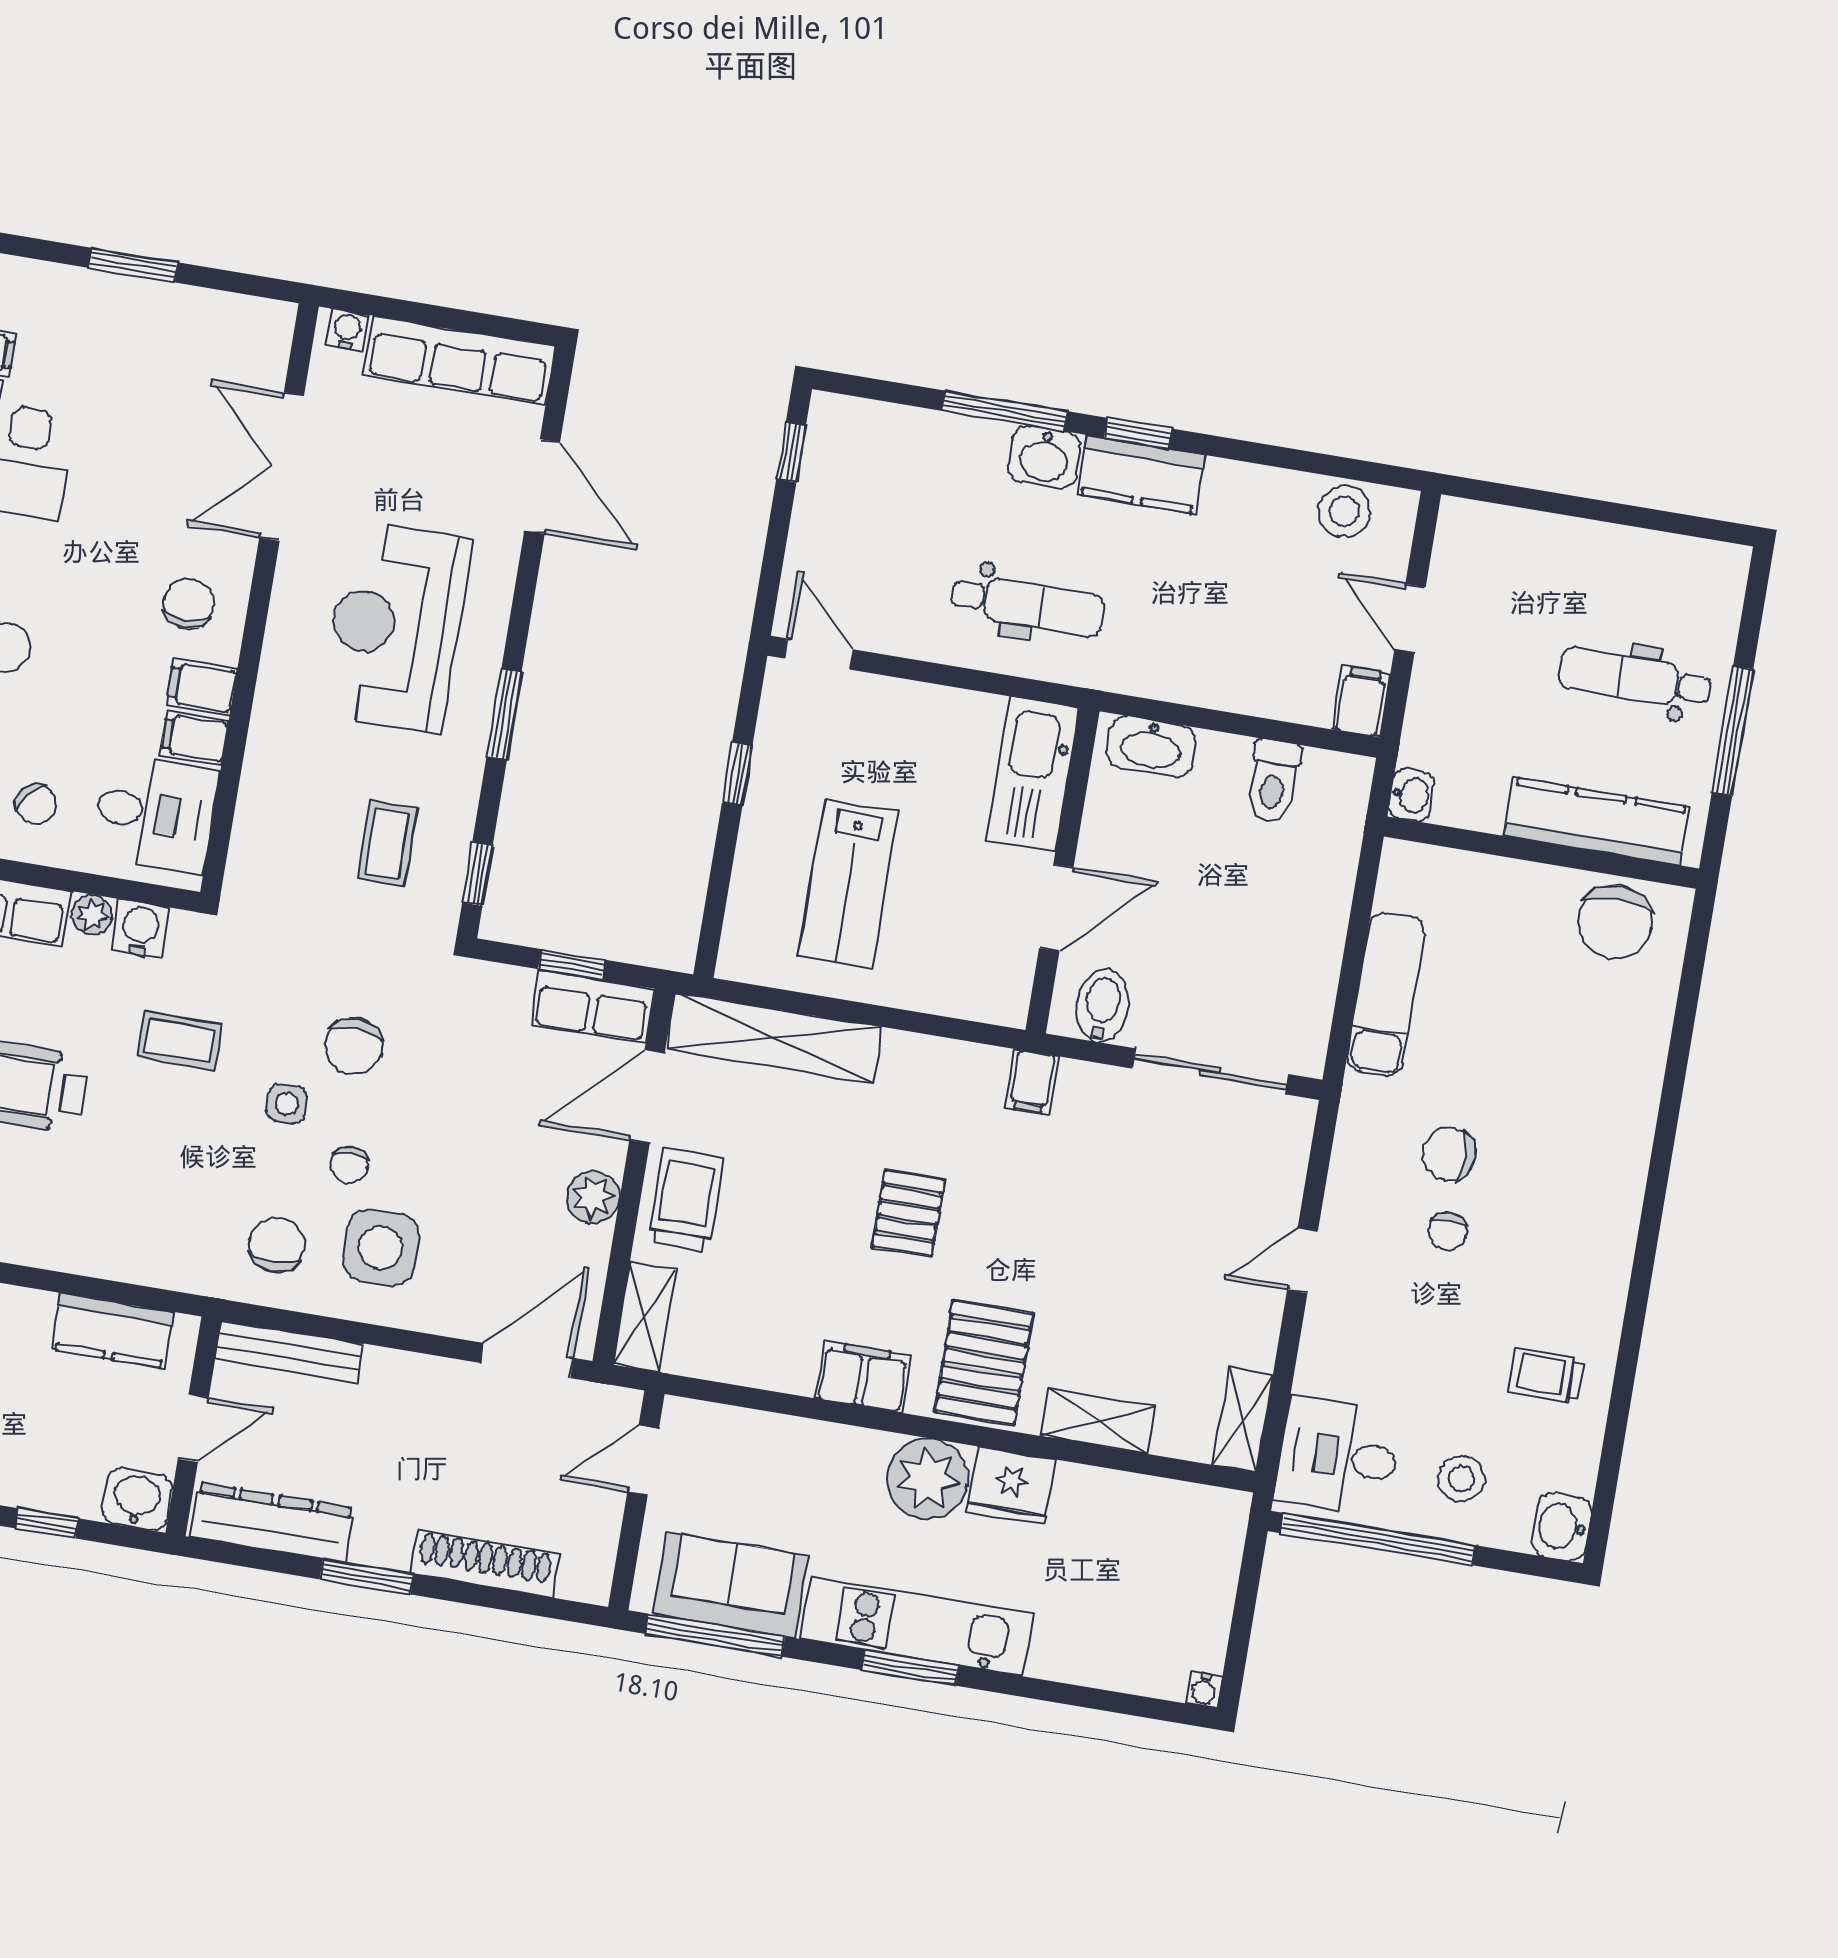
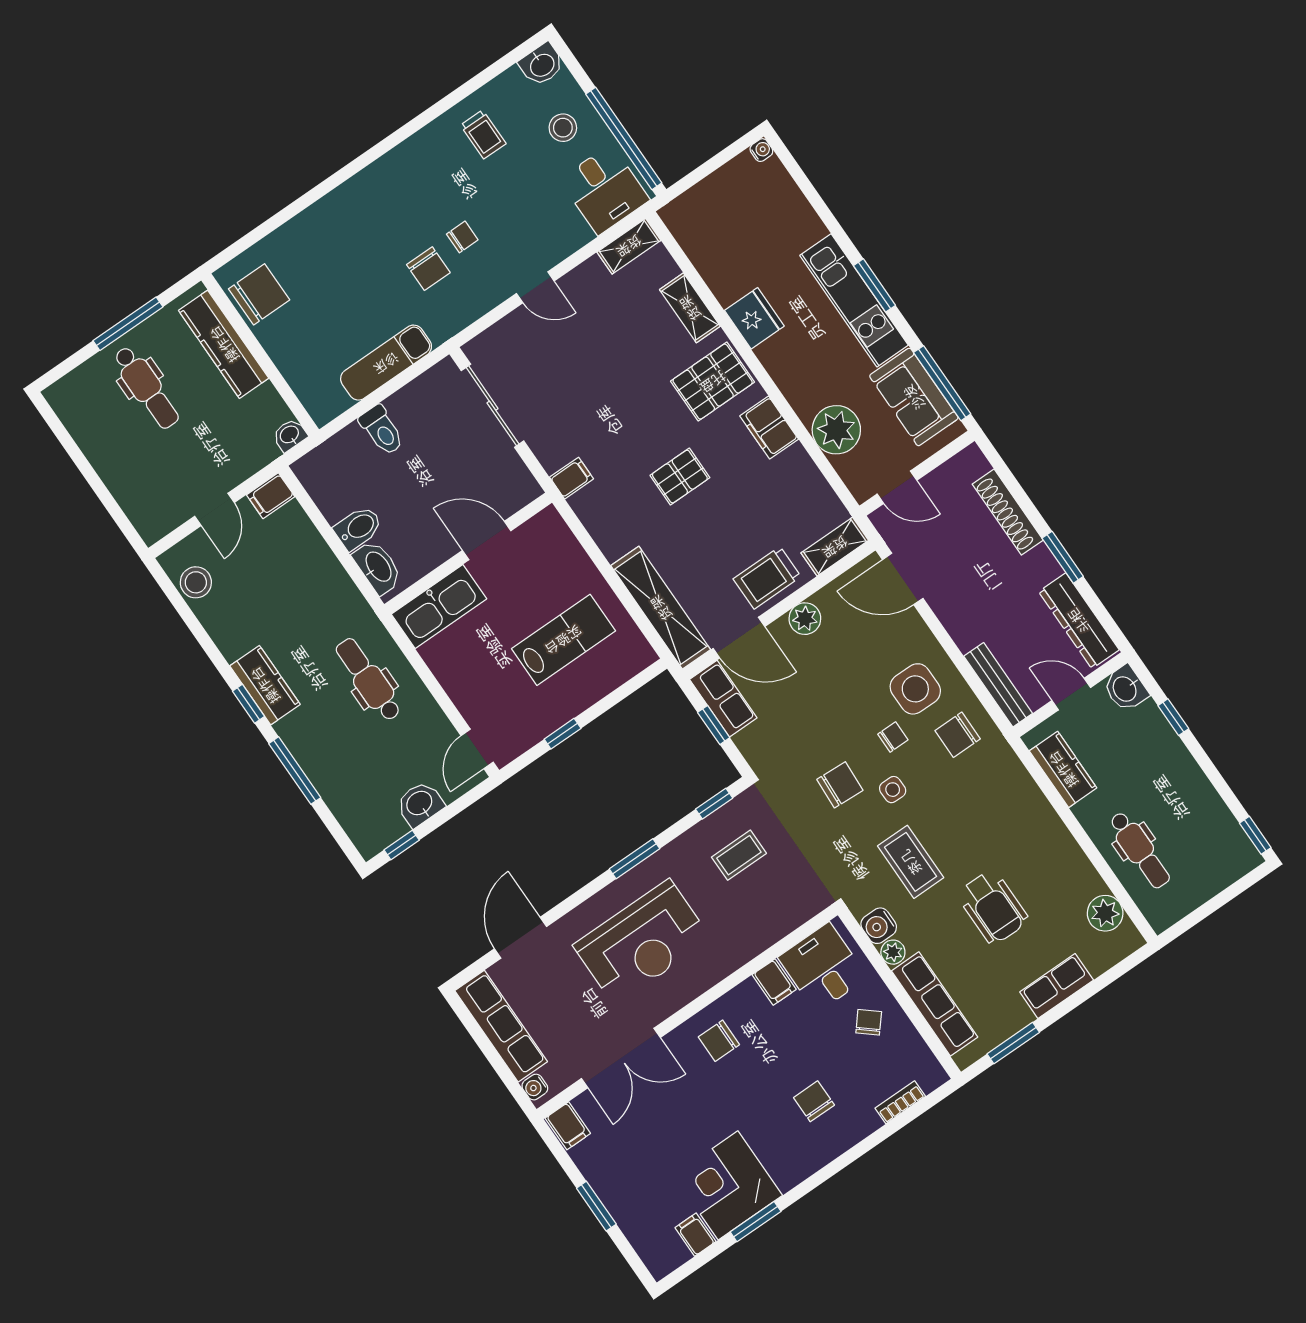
washbasin: (1044, 457) -> (420, 804), moved, turned -90
filing cabinet: (202, 687) -> (568, 1126), moved
toilet: (1273, 781) -> (382, 430), moved, turned 90
bidet: (1102, 1006) -> (358, 528), moved, turned 180
coffee table: (179, 1041) -> (911, 862), width x1.36, depth x1.30
plant: (927, 1479) -> (836, 430), moved

